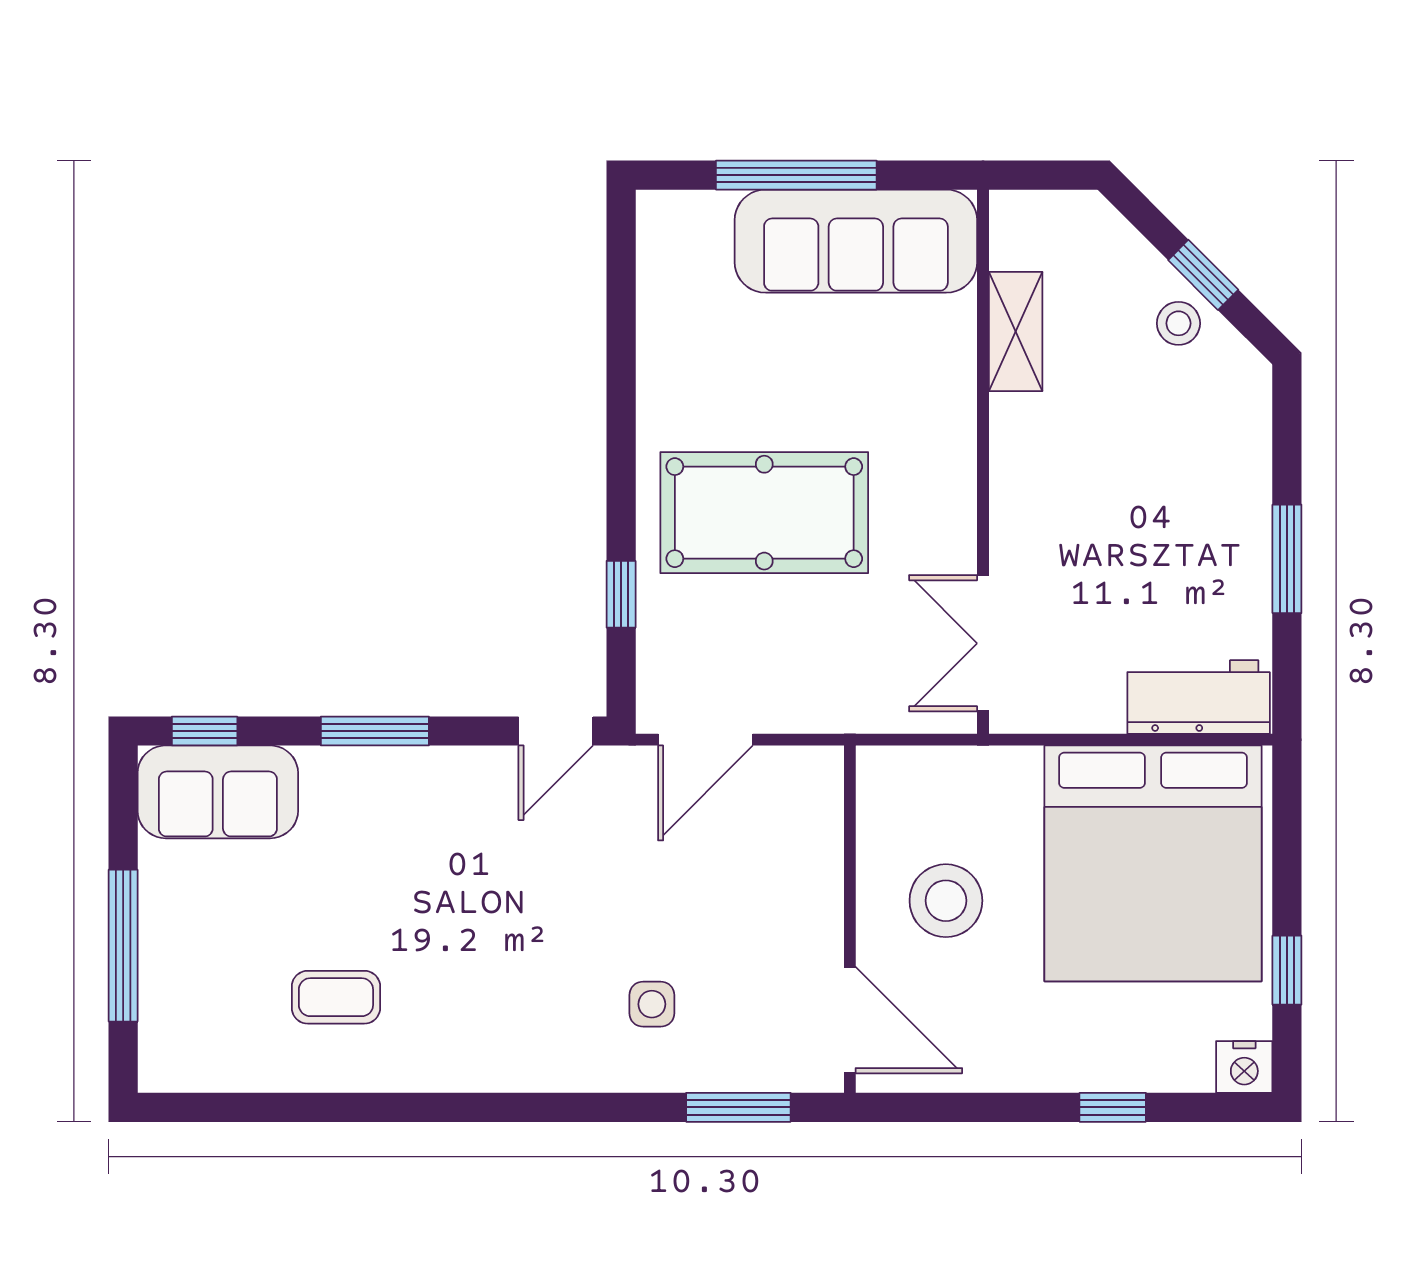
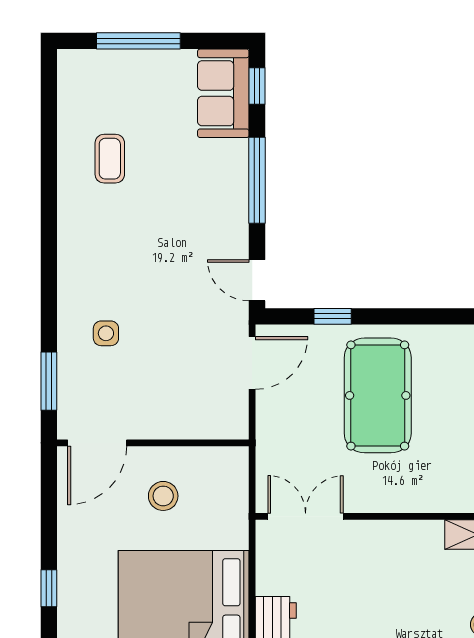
window: (375, 731) -> (257, 180), width x1.44
door: (705, 740) -> (252, 363), swing flipped
stool: (946, 901) -> (163, 496), width x0.73, depth x0.73

